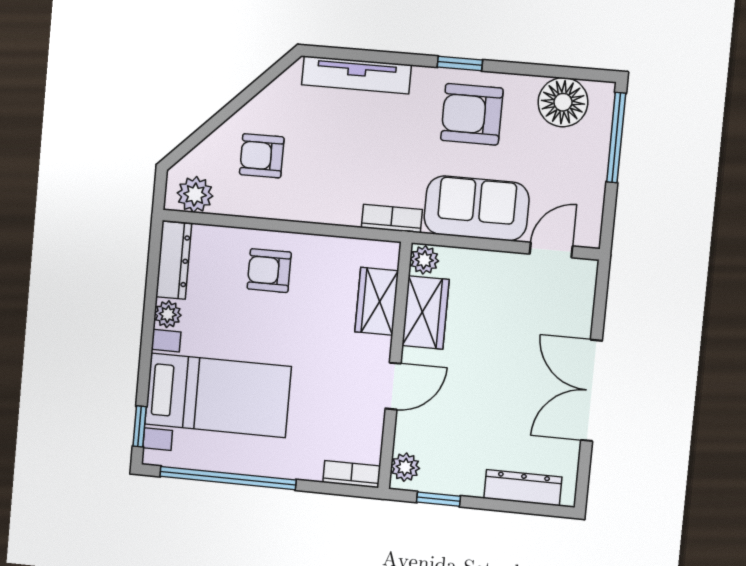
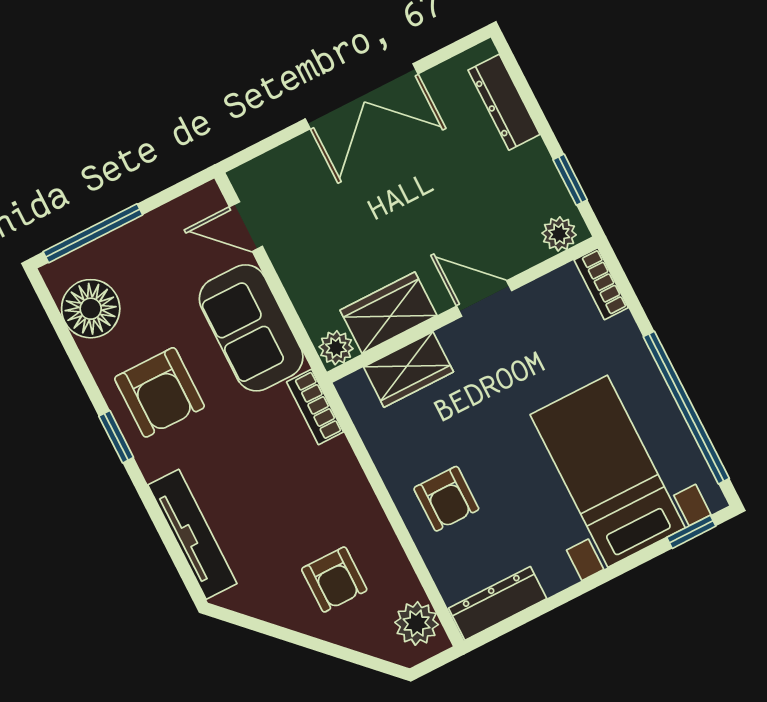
plant: (168, 314) -> (557, 575), removed

